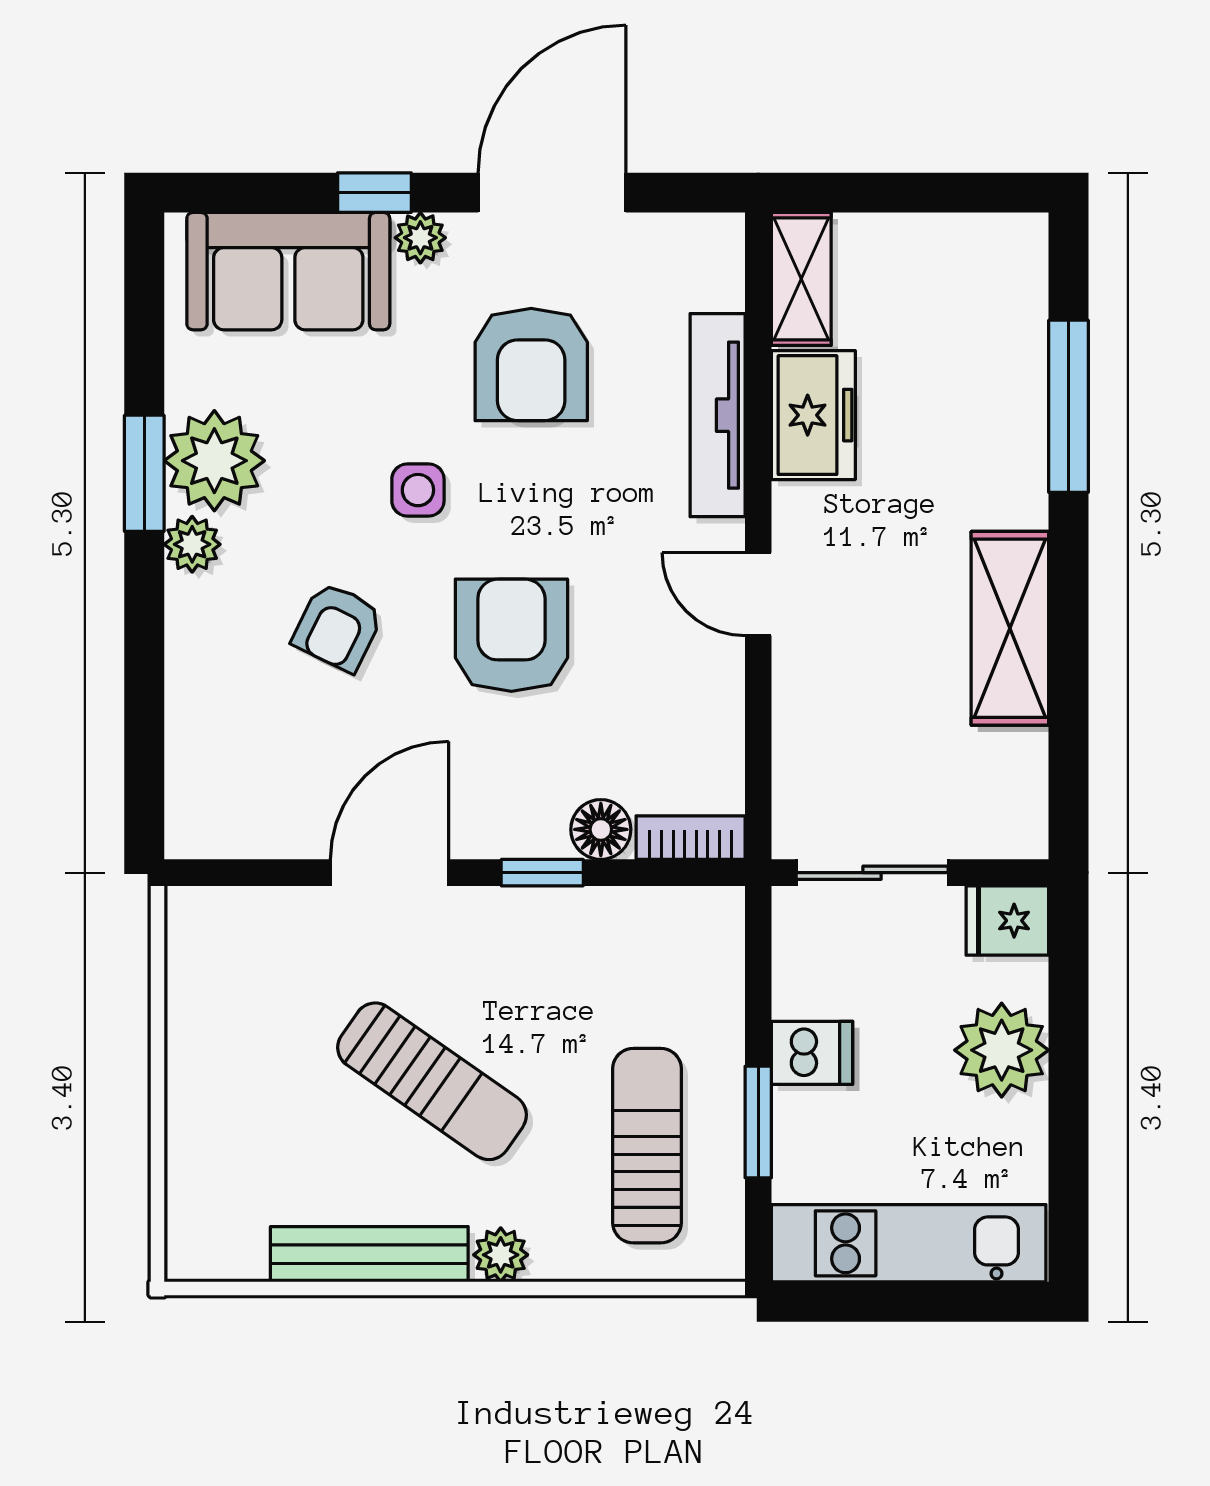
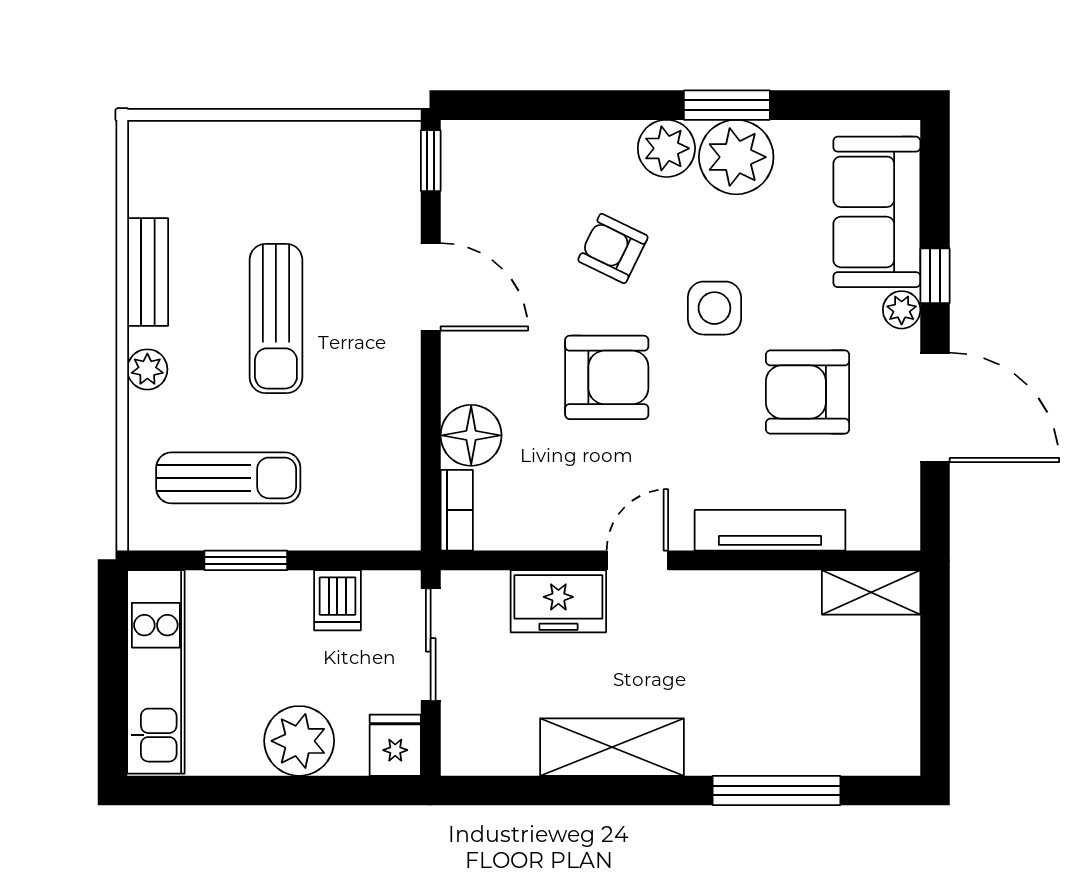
freezer: (813, 415) -> (558, 601), moved
side table: (418, 490) -> (714, 308), width x1.37, depth x1.37
plant: (192, 544) -> (666, 148), width x1.38, depth x1.38
floor lamp: (601, 829) -> (471, 435), width x1.38, depth x1.38
window: (542, 873) -> (431, 161), moved
dishwasher: (812, 1053) -> (337, 600), moved
sun lounger: (432, 1081) -> (276, 319), turned -35
bench: (369, 1254) -> (148, 272), width x0.73

